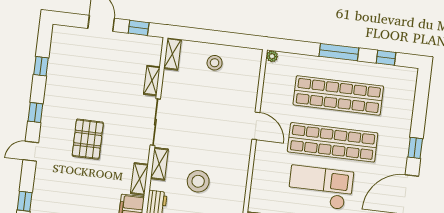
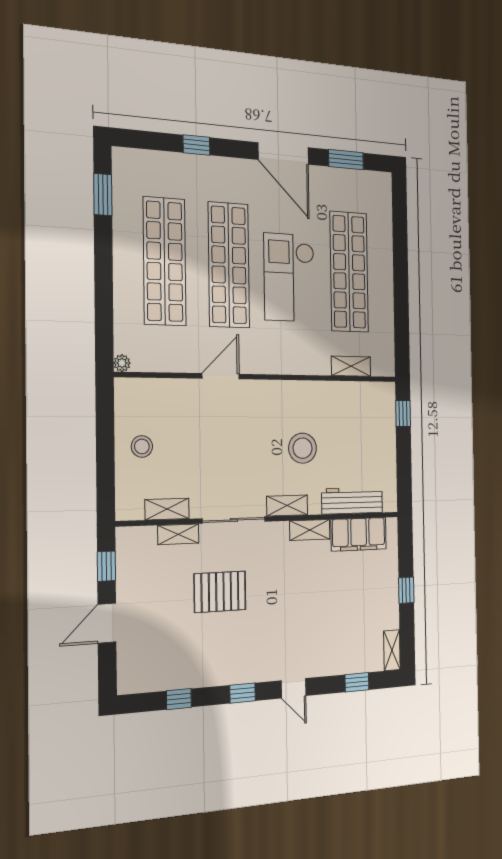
window: (339, 52) -> (104, 265), removed
shelving: (173, 54) -> (167, 509), moved
window: (386, 58) -> (103, 195), width x1.50
pallet: (88, 139) -> (220, 592), moved
window: (415, 148) -> (196, 145), moved

